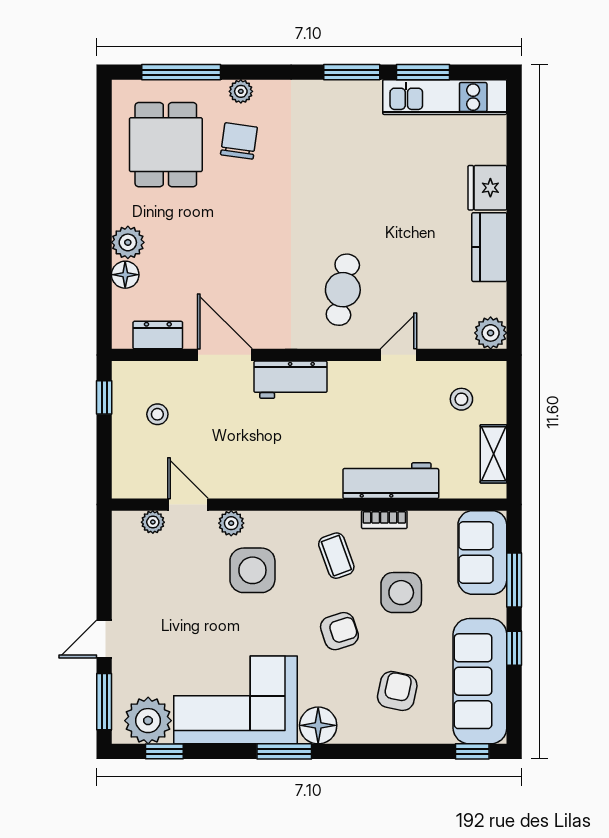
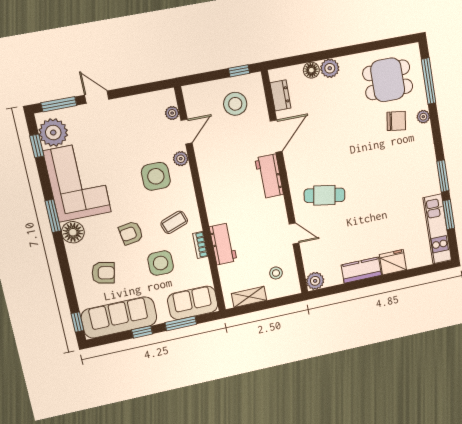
stool: (157, 414) -> (235, 104), width x1.89, depth x1.89
workbench: (391, 481) -> (223, 244), width x0.73
armchair: (339, 631) -> (131, 233), turned 99

